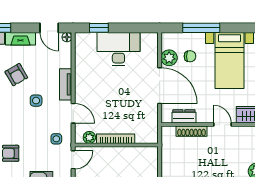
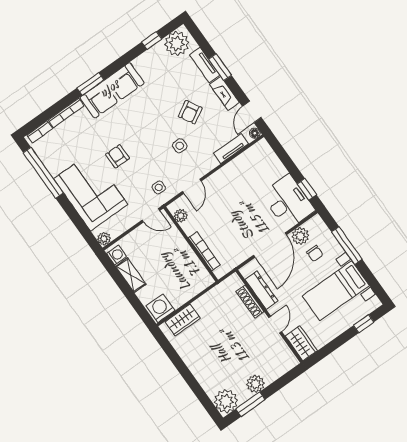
window: (99, 28) -> (307, 189), moved
desk: (118, 49) -> (288, 202), moved
tv unit: (66, 84) -> (231, 148), moved
dresser: (184, 116) -> (261, 290), width x1.44
bookcase: (116, 139) -> (204, 251), moved

